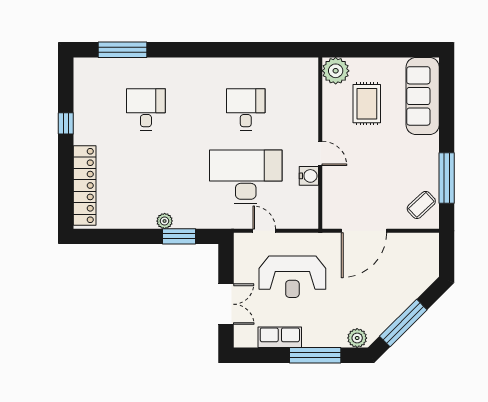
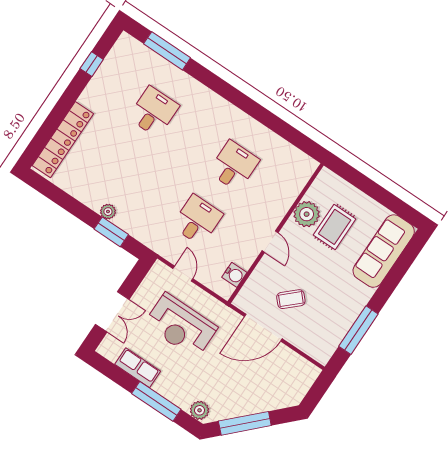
plant: (336, 71) -> (307, 214), moved
window: (66, 123) -> (92, 64), moved
water cooler: (309, 176) -> (234, 275), moved
desk: (246, 177) -> (197, 220), width x0.53, depth x0.77
coffee table: (421, 205) -> (291, 299), moved

